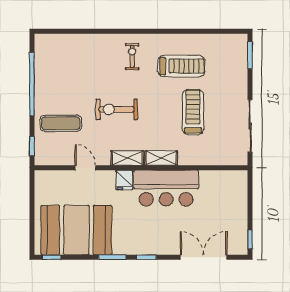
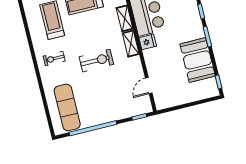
exercise bike: (117, 109) -> (96, 61), turned -90
exercise mat: (61, 123) -> (67, 107), moved, width x1.36, depth x1.45
door: (85, 168) -> (149, 85), moved
booth: (76, 230) -> (198, 60), width x0.73, depth x0.70

